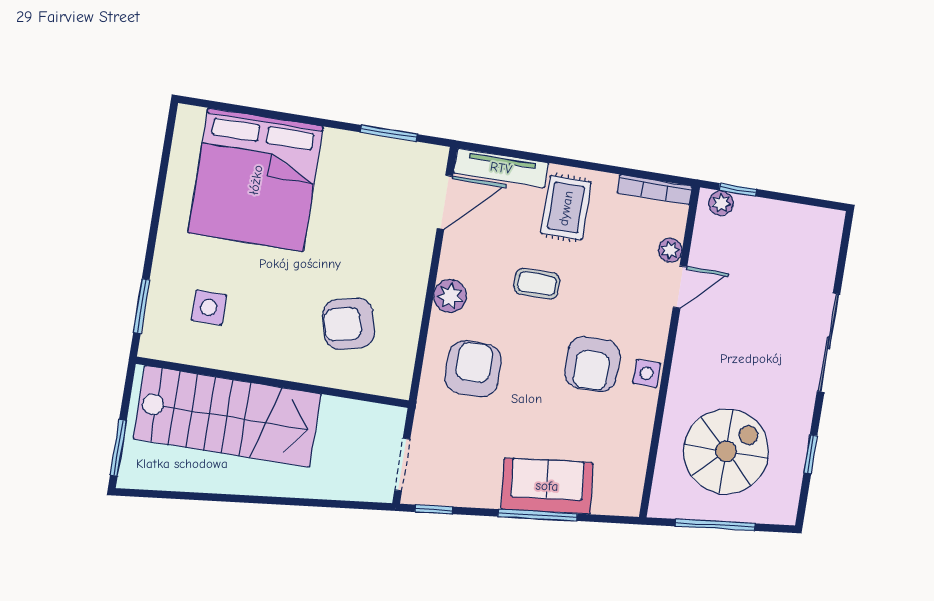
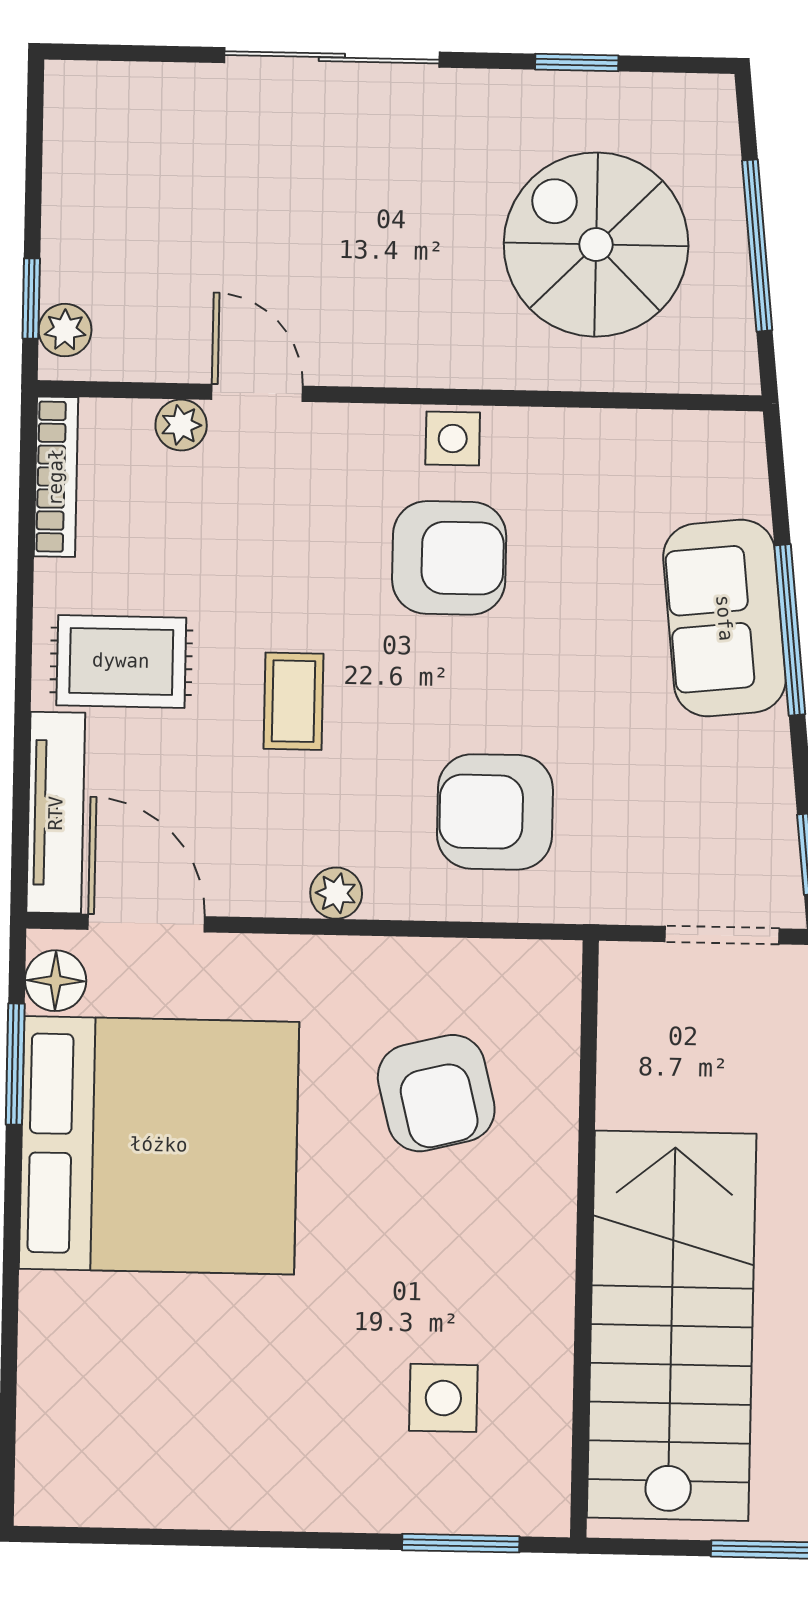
floor lamp: (424, 157) -> (56, 981), added
bed: (256, 180) -> (159, 1145), moved
plant: (450, 296) -> (336, 893), width x0.73, depth x0.73

